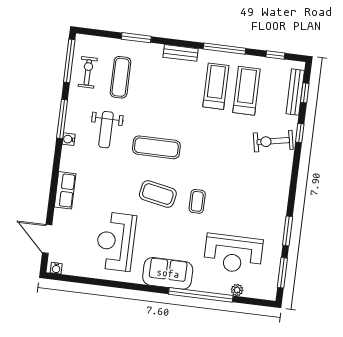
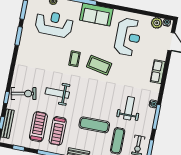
treadmill: (246, 91) -> (38, 127), turned 180
weight bench: (221, 146) -> (57, 93), added
exercise mat: (156, 147) -> (94, 125), moved
plant: (72, 267) -> (157, 23), added

